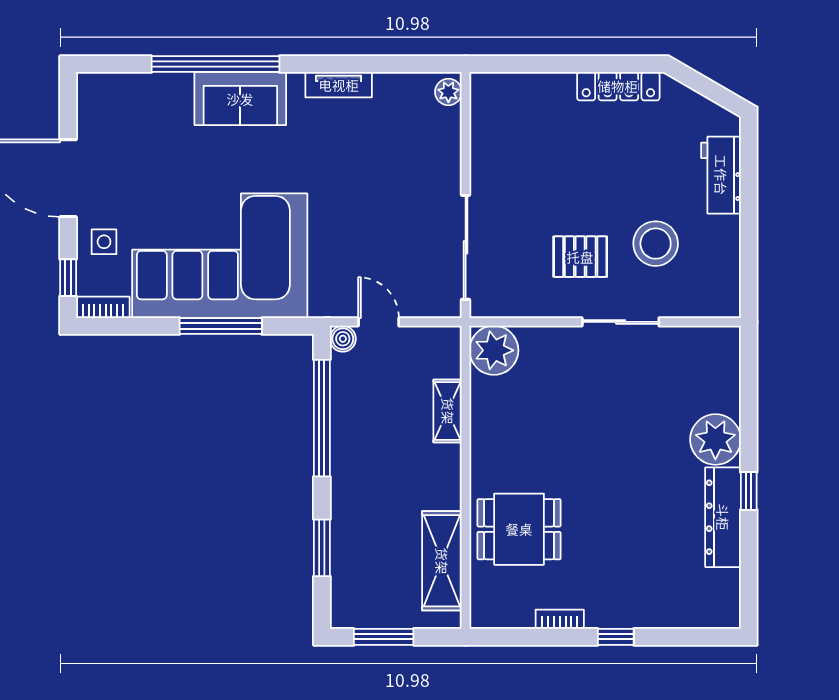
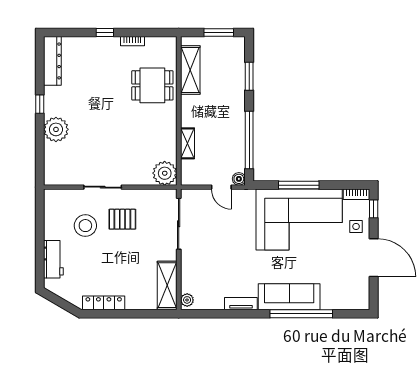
sofa: (240, 99) -> (289, 297), width x1.36
shelving: (489, 122) -> (167, 285), added
dresser: (723, 517) -> (52, 61), moved

